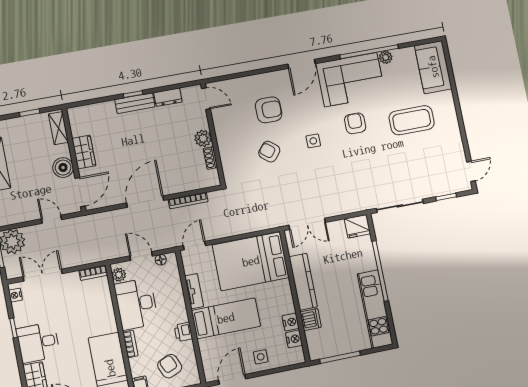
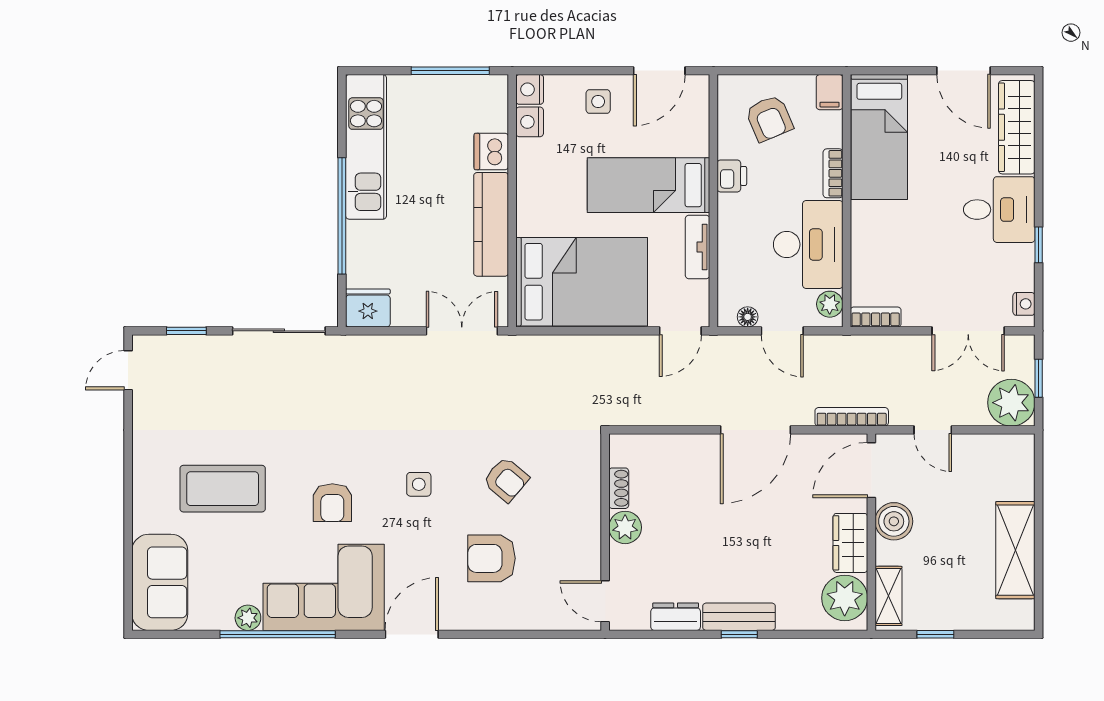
plant: (81, 123) -> (845, 598), added
bookcase: (188, 201) -> (852, 417), moved
nightstand: (291, 322) -> (530, 89), moved

